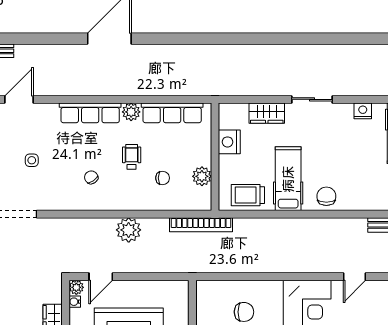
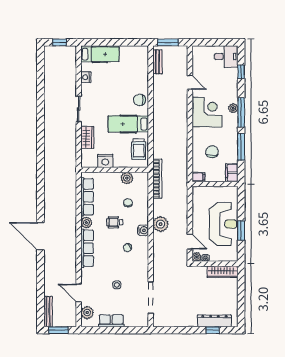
water cooler: (119, 202) -> (143, 230), added
filing cabinet: (203, 290) -> (198, 177), added

